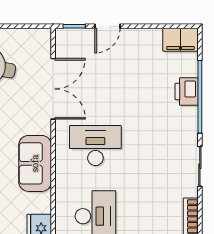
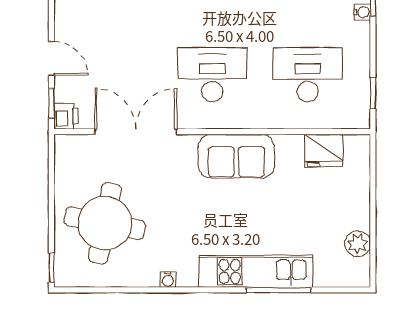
printer: (65, 37) -> (66, 116), added
desk: (95, 145) -> (212, 75), turned 90

